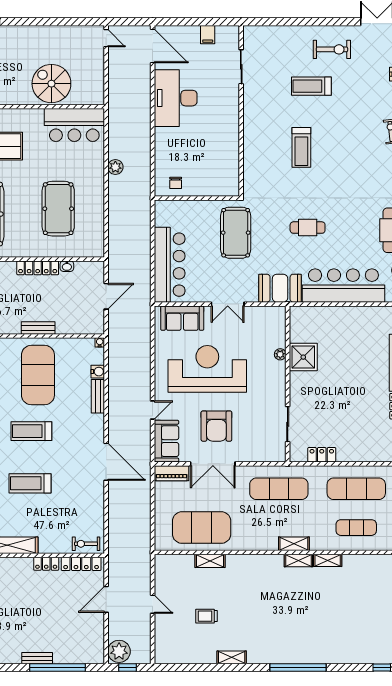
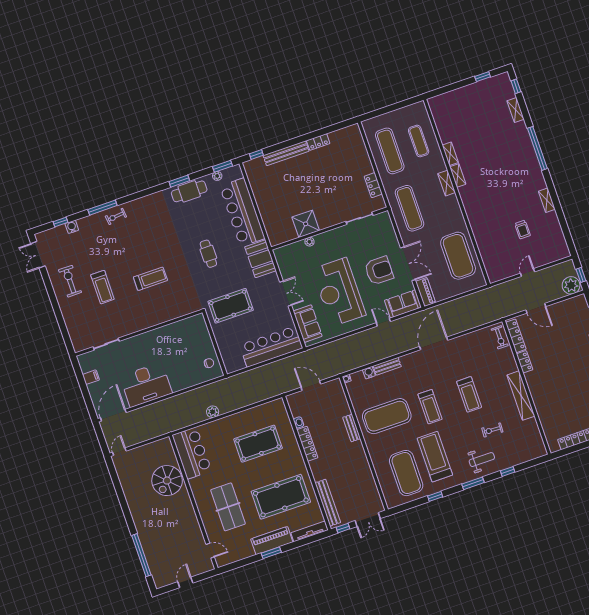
shelving: (210, 561) -> (516, 110), moved

